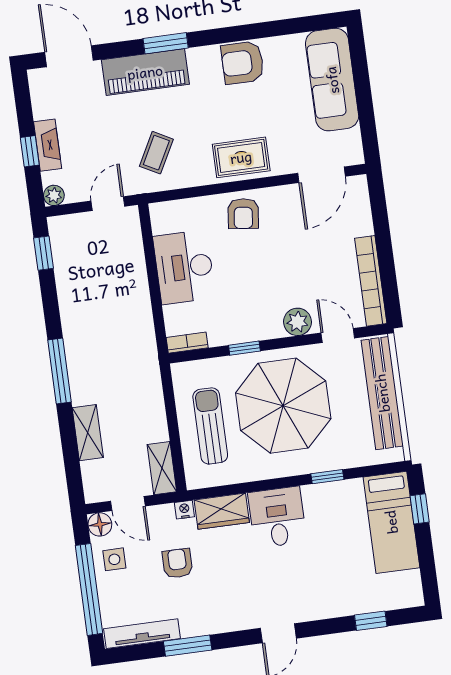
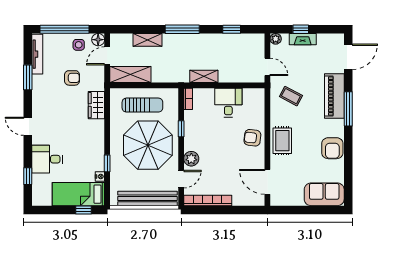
window: (166, 43) -> (348, 109), width x1.44
armchair: (243, 63) -> (332, 148), turned 180
sofa: (332, 80) -> (324, 194), width x0.73
window: (44, 253) -> (232, 29), moved
desk: (184, 267) -> (228, 103), width x0.73
shelving: (141, 319) -> (204, 76), added
shelving: (162, 468) -> (130, 74), width x1.50, depth x1.33
nightstand: (184, 510) -> (100, 177), moved
desk: (277, 517) -> (47, 159), moved, turned 180

